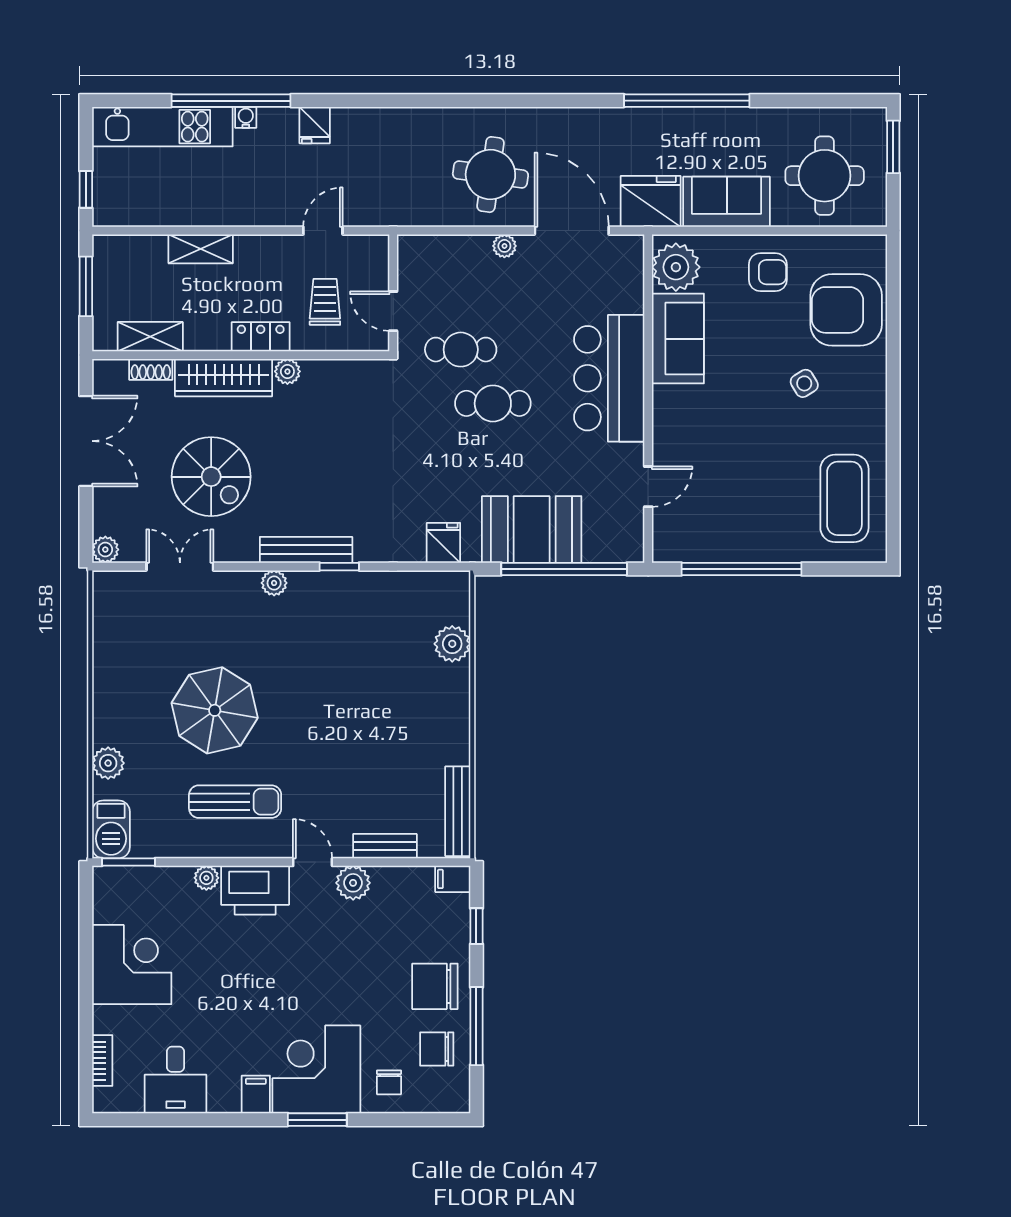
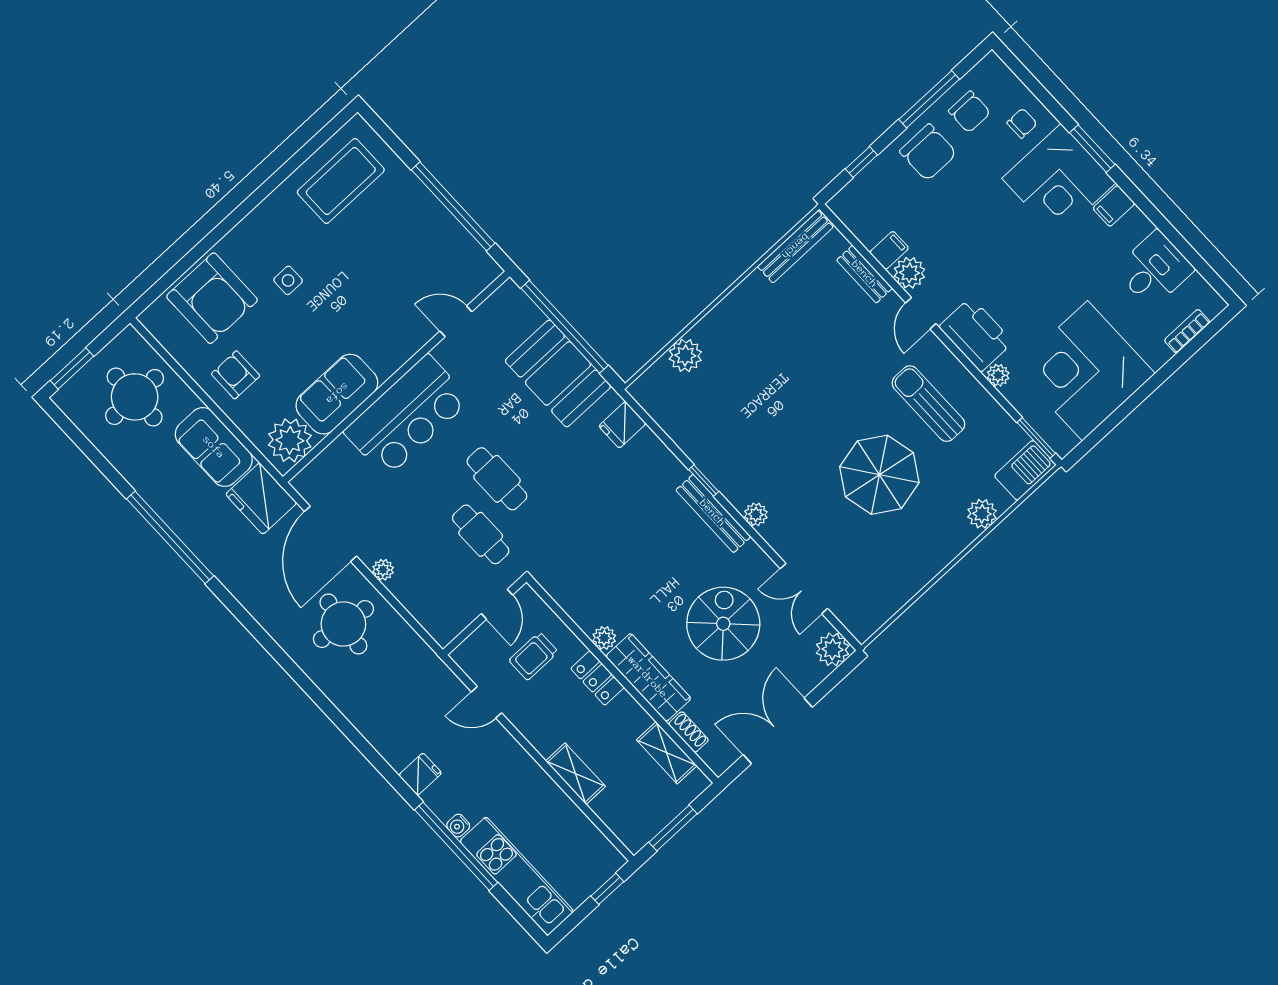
side table: (804, 383) -> (288, 280), turned 31
plant: (105, 550) -> (833, 649), width x1.38, depth x1.38
filing cabinet: (453, 879) -> (889, 250), moved, turned -90
corner desk: (132, 965) -> (1085, 371), width x1.36, depth x1.36

